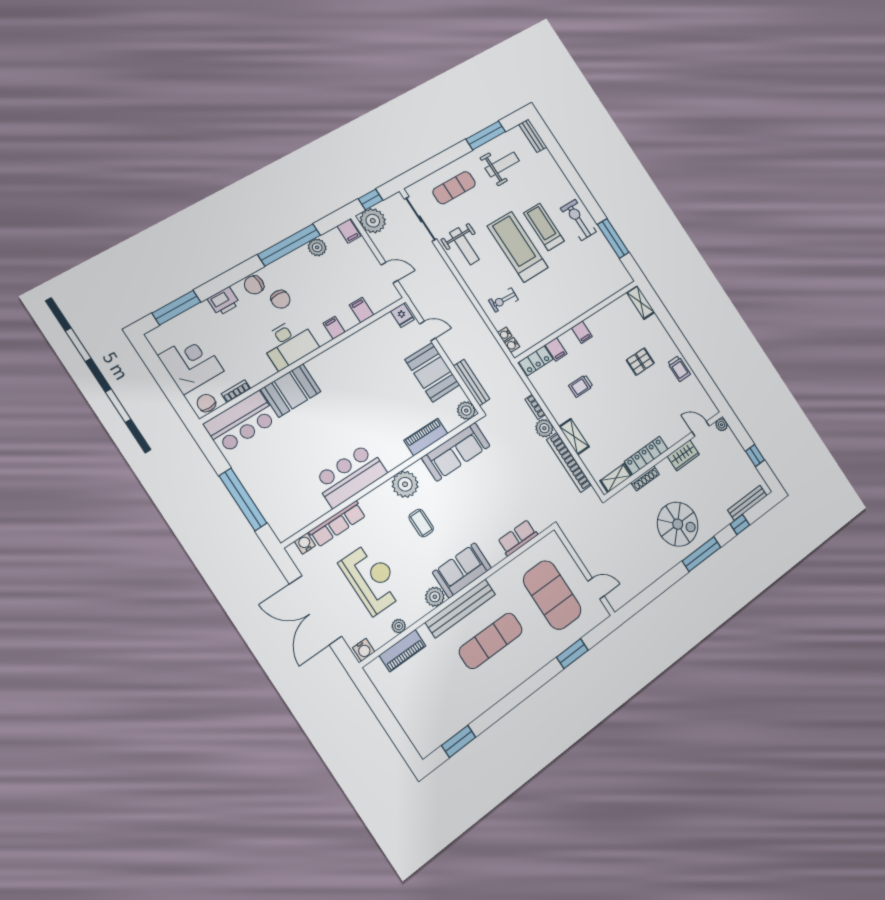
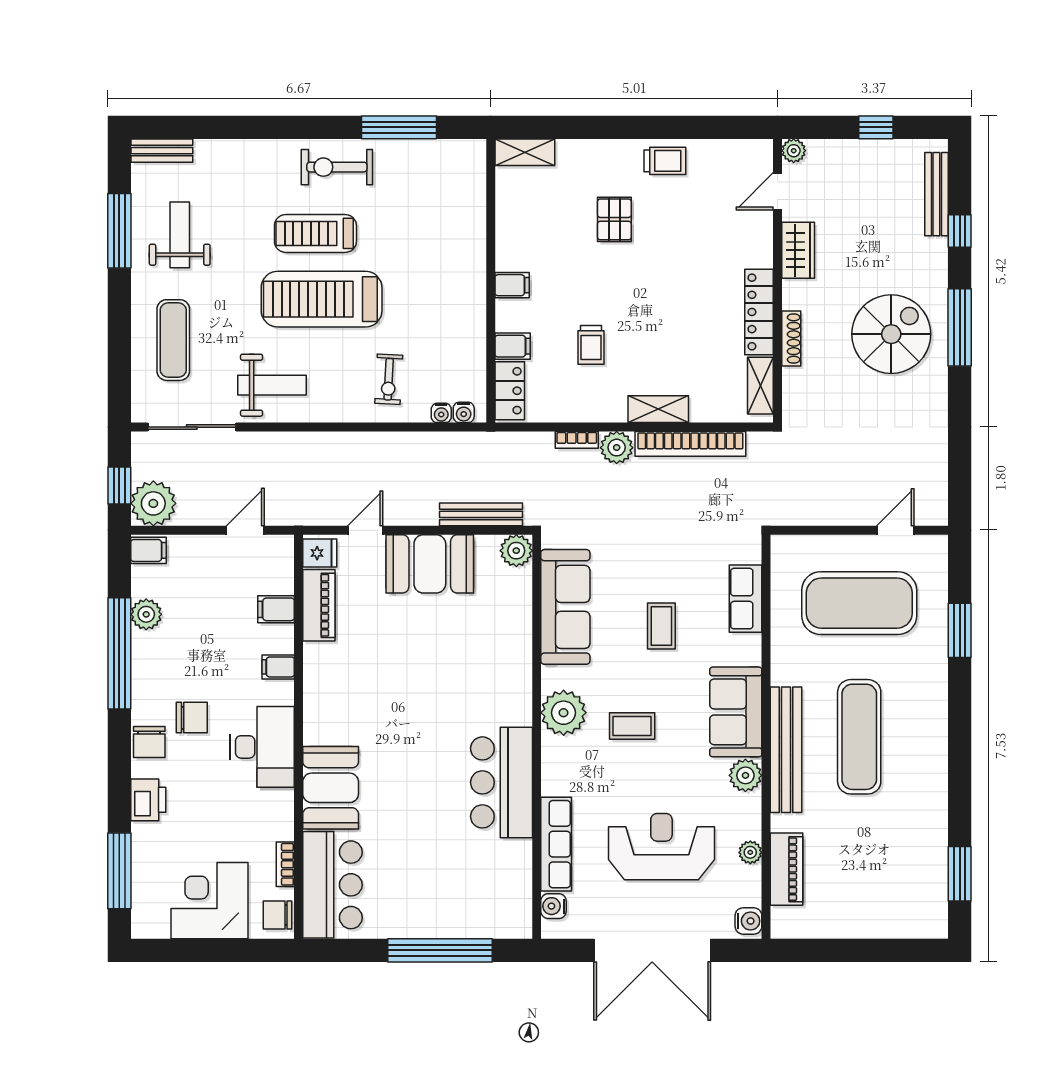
piano: (426, 437) -> (319, 605), moved, turned 180
coffee table: (478, 505) -> (661, 626), added

